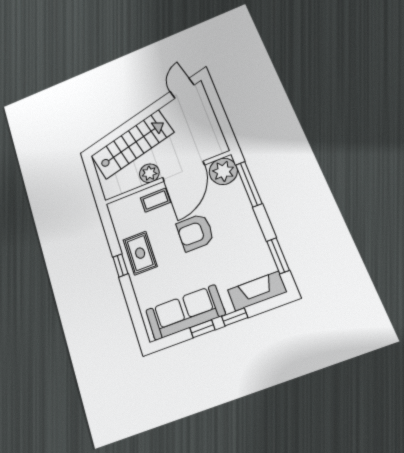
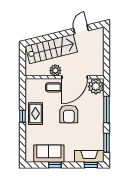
door: (182, 88) -> (81, 29), moved
window: (249, 184) -> (106, 110), moved
armchair: (195, 232) -> (69, 114), turned -90
sofa: (185, 312) -> (49, 154), width x0.73
window: (235, 317) -> (91, 165), moved

